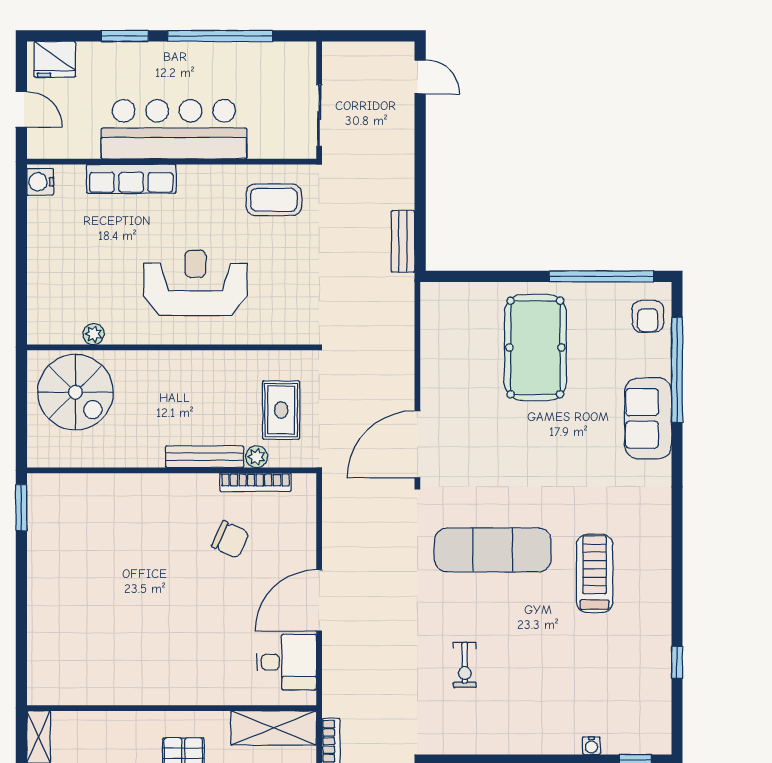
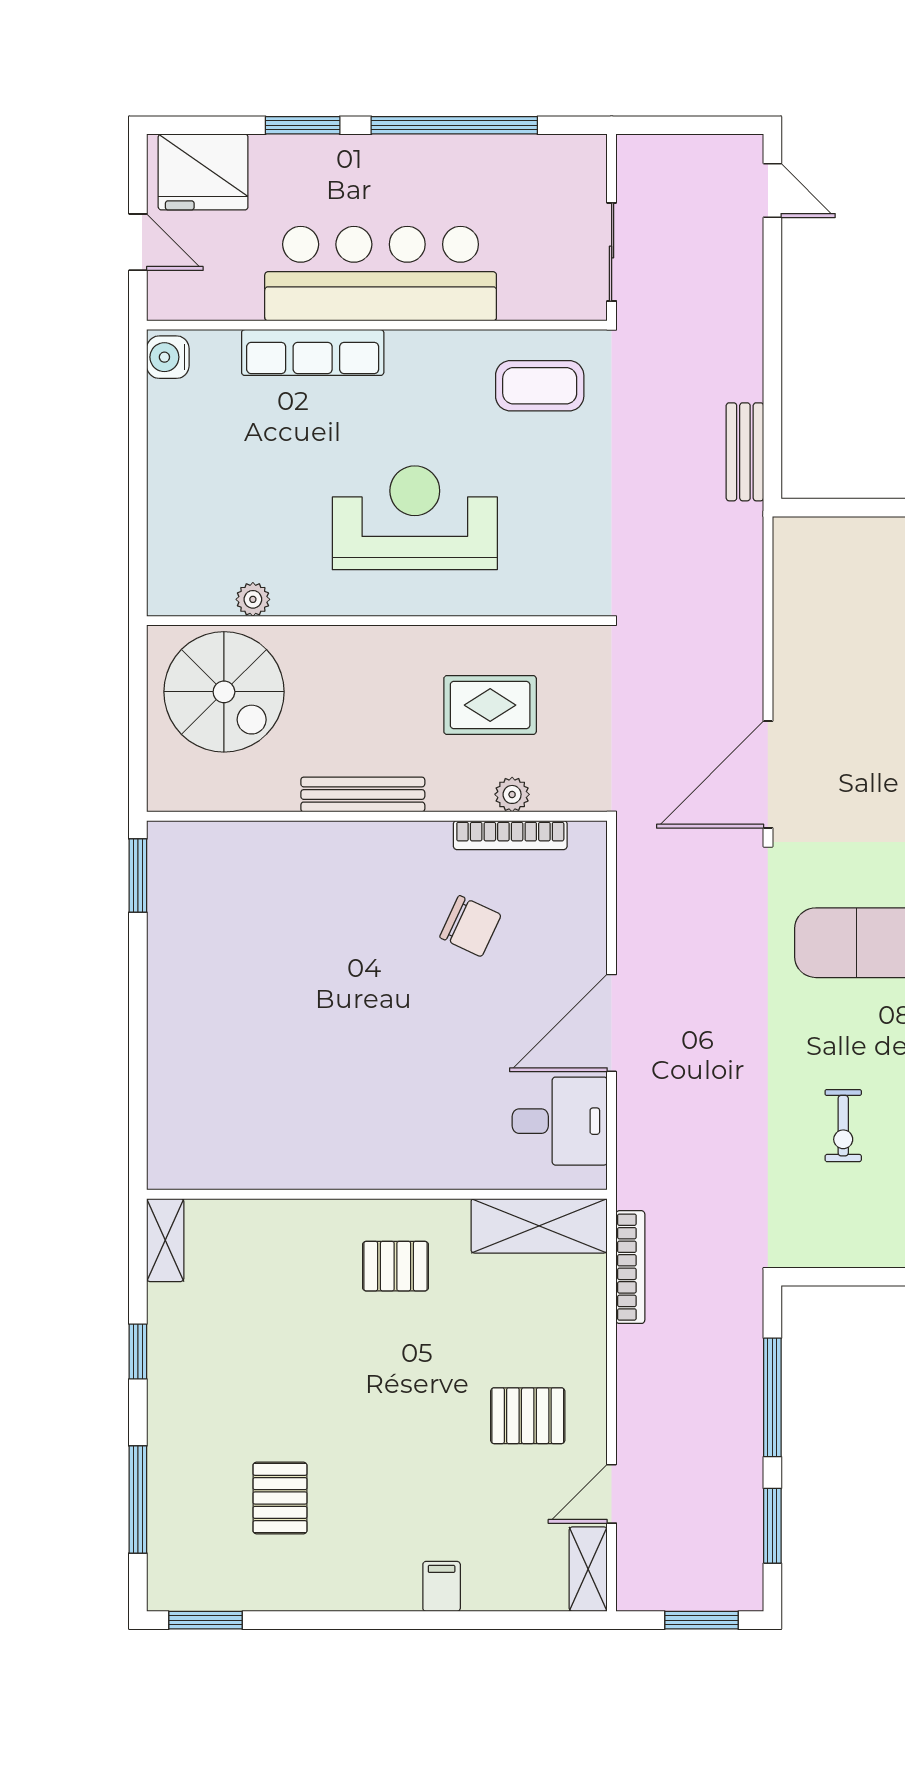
fridge: (55, 59) -> (203, 172), width x1.36, depth x1.34
rug: (281, 410) -> (490, 705), moved, turned 90
bench: (205, 457) -> (363, 794), moved

